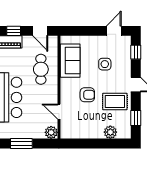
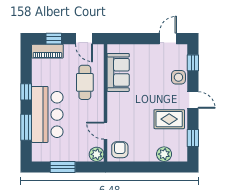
side table: (105, 64) -> (178, 77), moved
armchair: (87, 95) -> (120, 150), moved, turned -90

